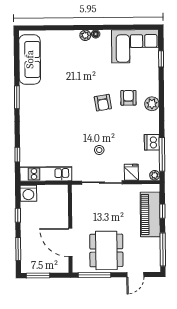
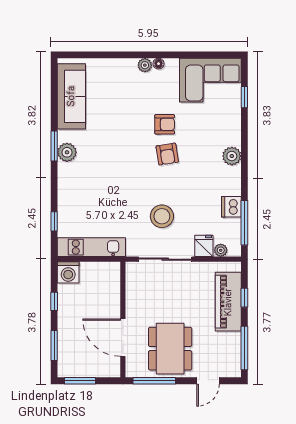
armchair: (128, 98) -> (165, 124), moved, turned 90
plant: (27, 102) -> (67, 152), added
stool: (99, 150) -> (162, 216), width x1.89, depth x1.89
plant: (155, 175) -> (221, 250), moved

